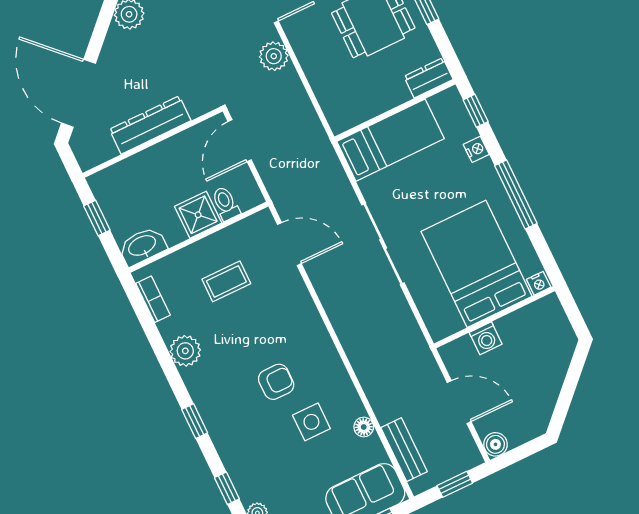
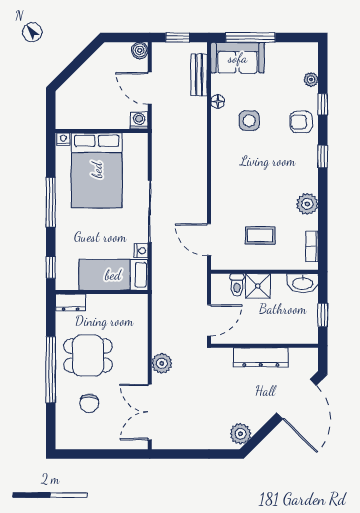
nightstand: (476, 149) -> (141, 251), moved, turned 180
washing machine: (486, 338) -> (139, 120), moved
armchair: (276, 382) -> (301, 122), moved

